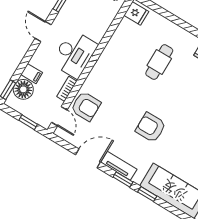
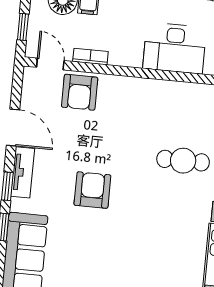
desk: (74, 54) -> (175, 48), moved
door: (59, 116) -> (50, 64), swing flipped

